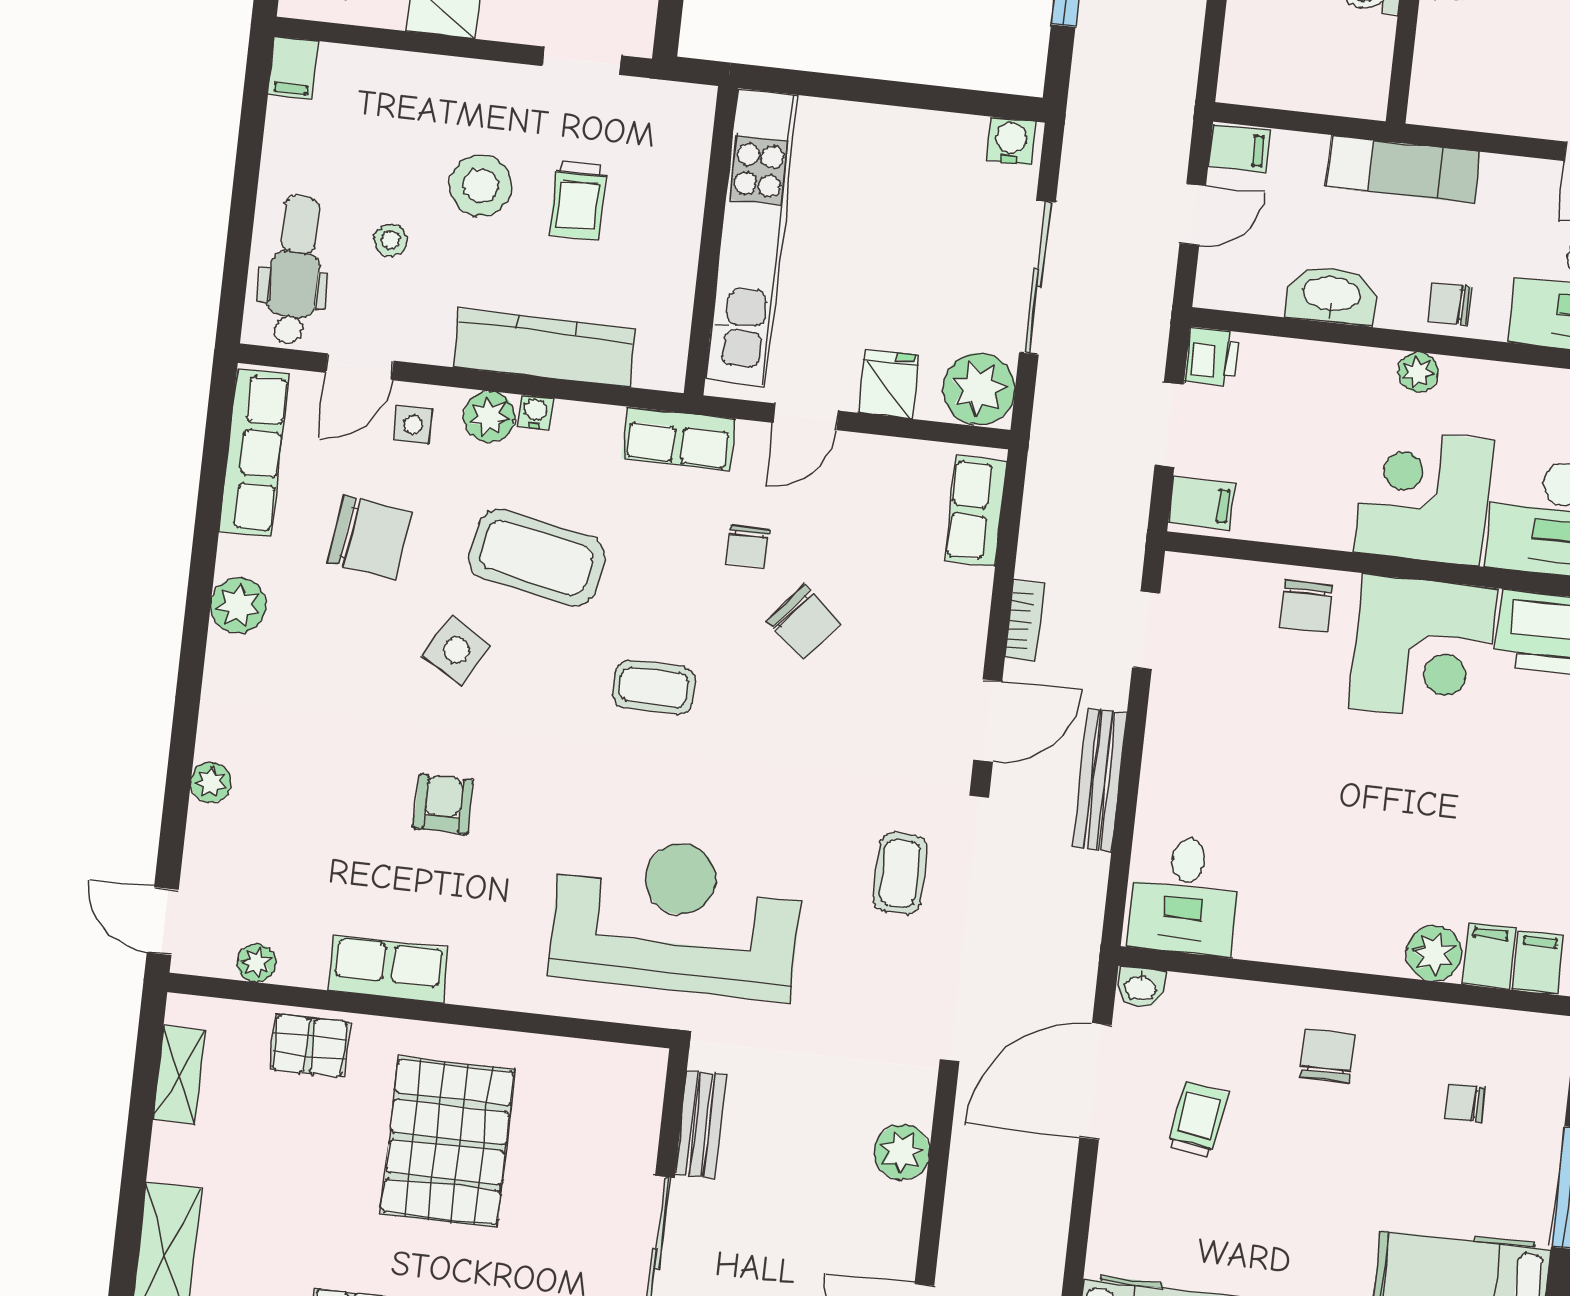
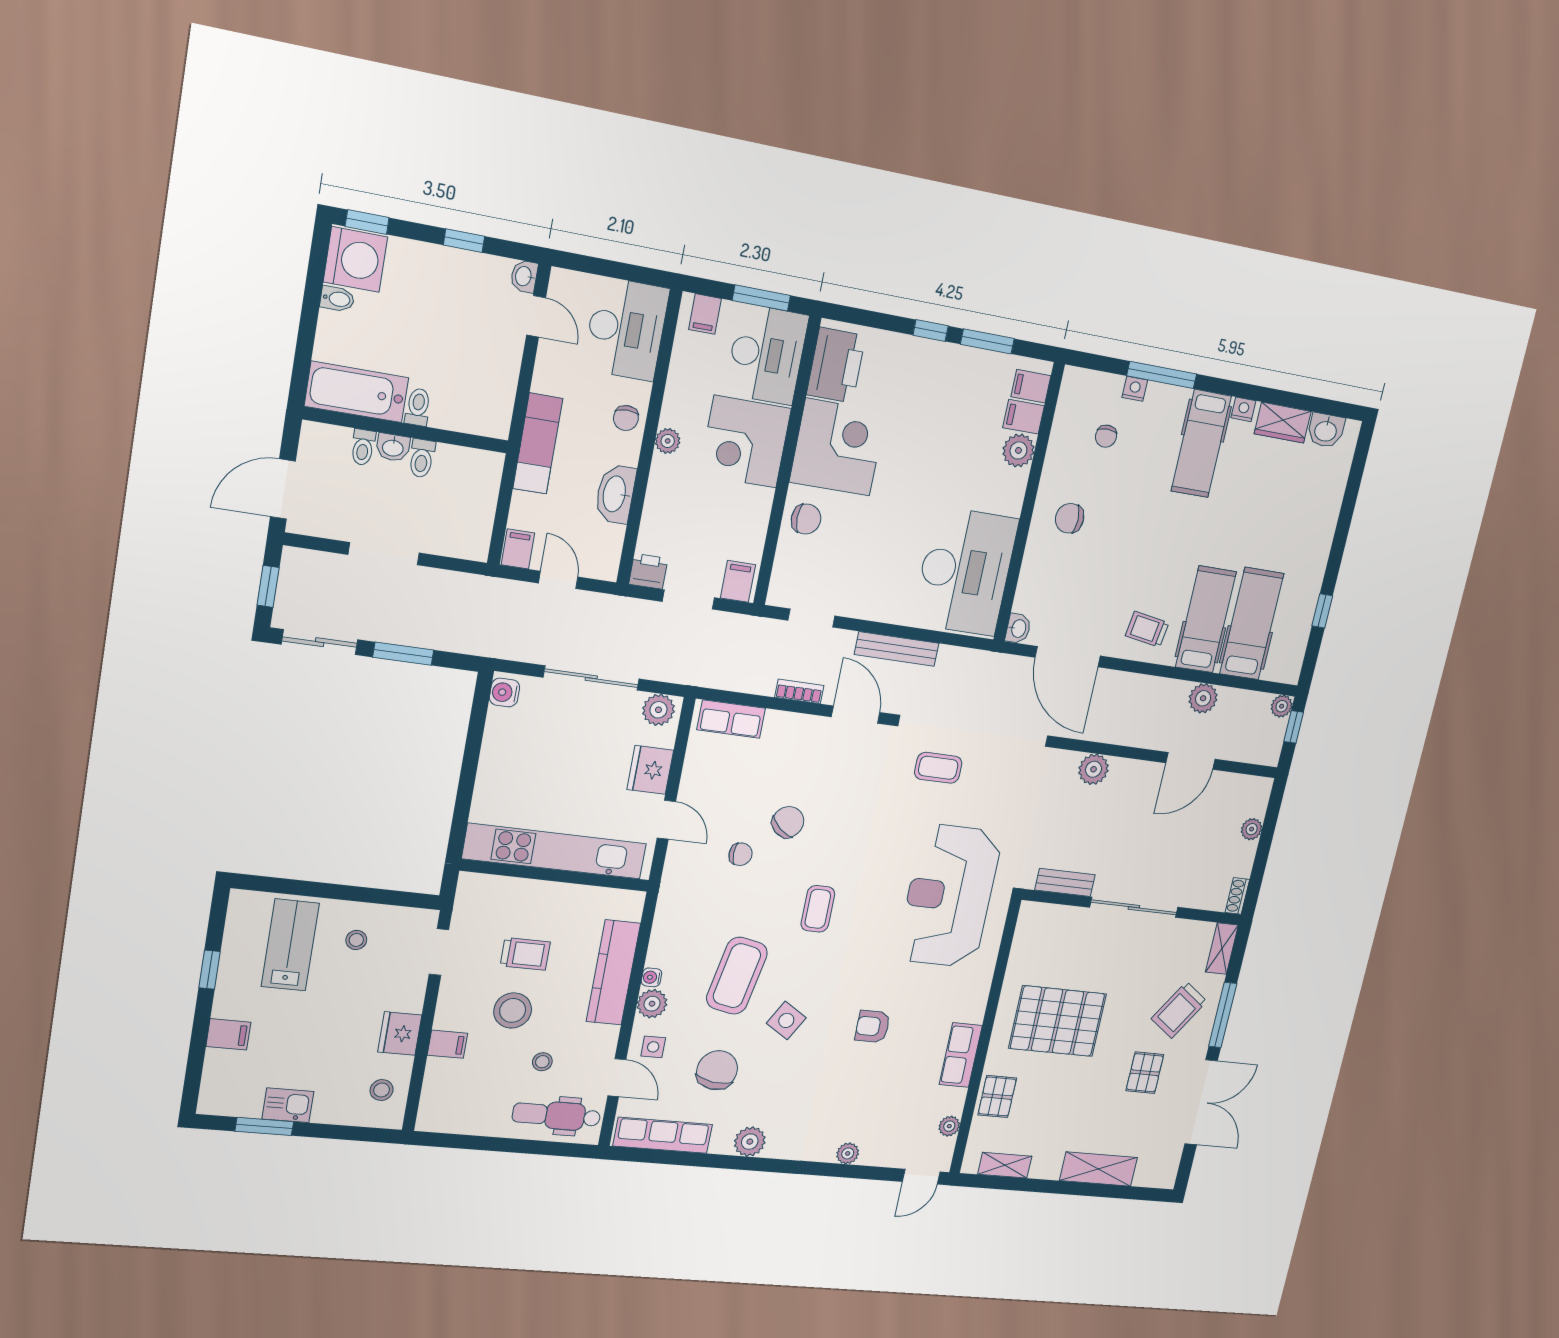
filing cabinet: (293, 68) -> (447, 1044), moved
fridge: (889, 384) -> (650, 770), width x1.38
plant: (979, 389) -> (658, 710), width x0.73, depth x0.73
row of seats: (678, 439) -> (674, 895), removed
desk: (1185, 896) -> (965, 571), width x1.87, depth x1.30
trolley: (1198, 1120) -> (1147, 629), moved
nightstand: (1545, 1143) -> (1135, 389), added

